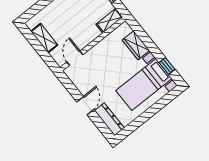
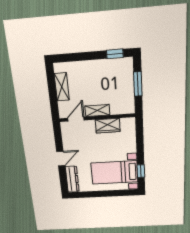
shelving: (109, 21) -> (97, 110), moved
wardrobe: (136, 45) -> (108, 126), moved, turned -90

